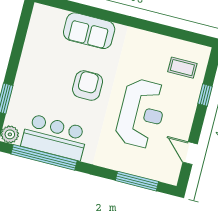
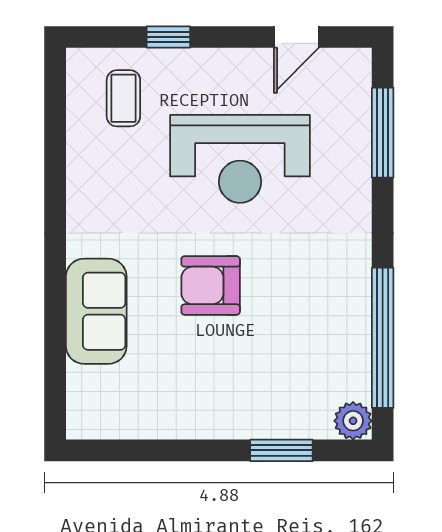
reception desk: (141, 113) -> (240, 159), turned 180
bar counter: (55, 137) -> (335, 327), removed

